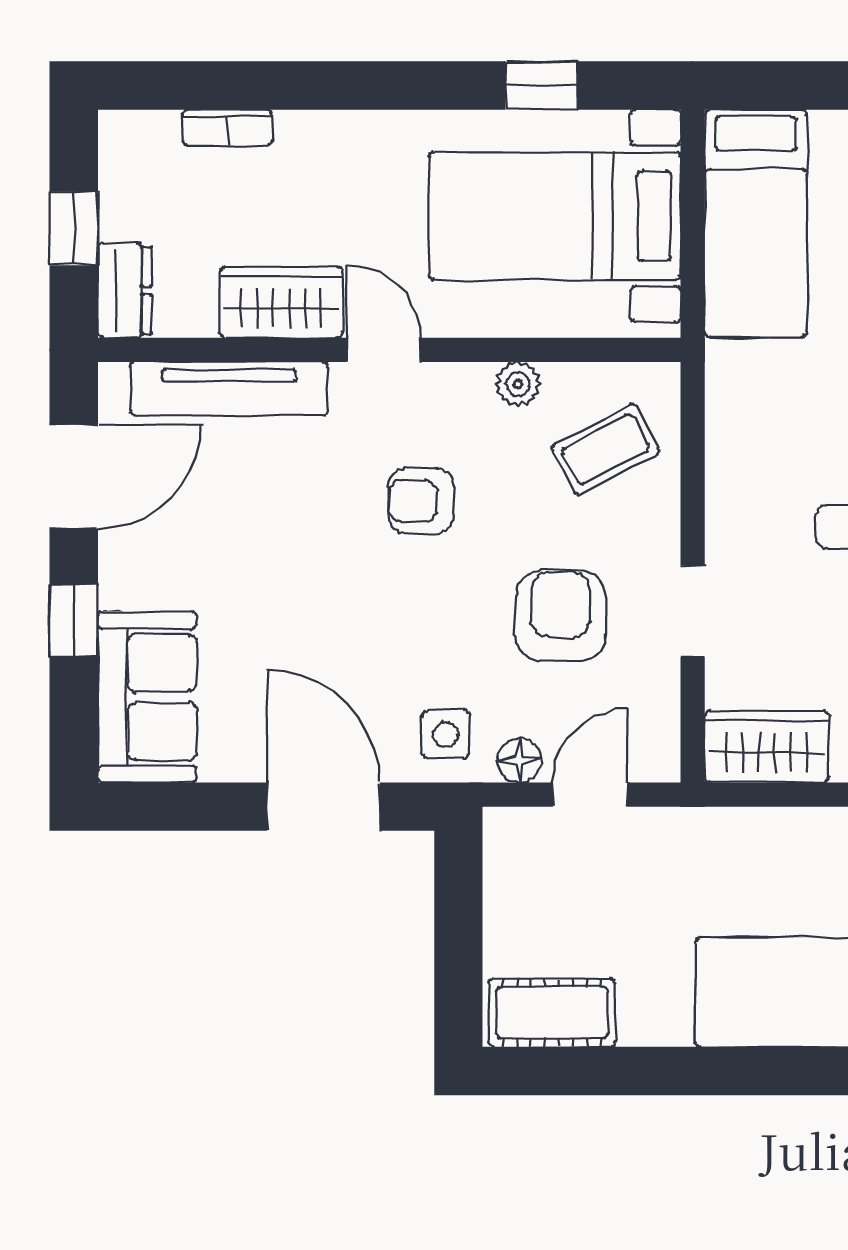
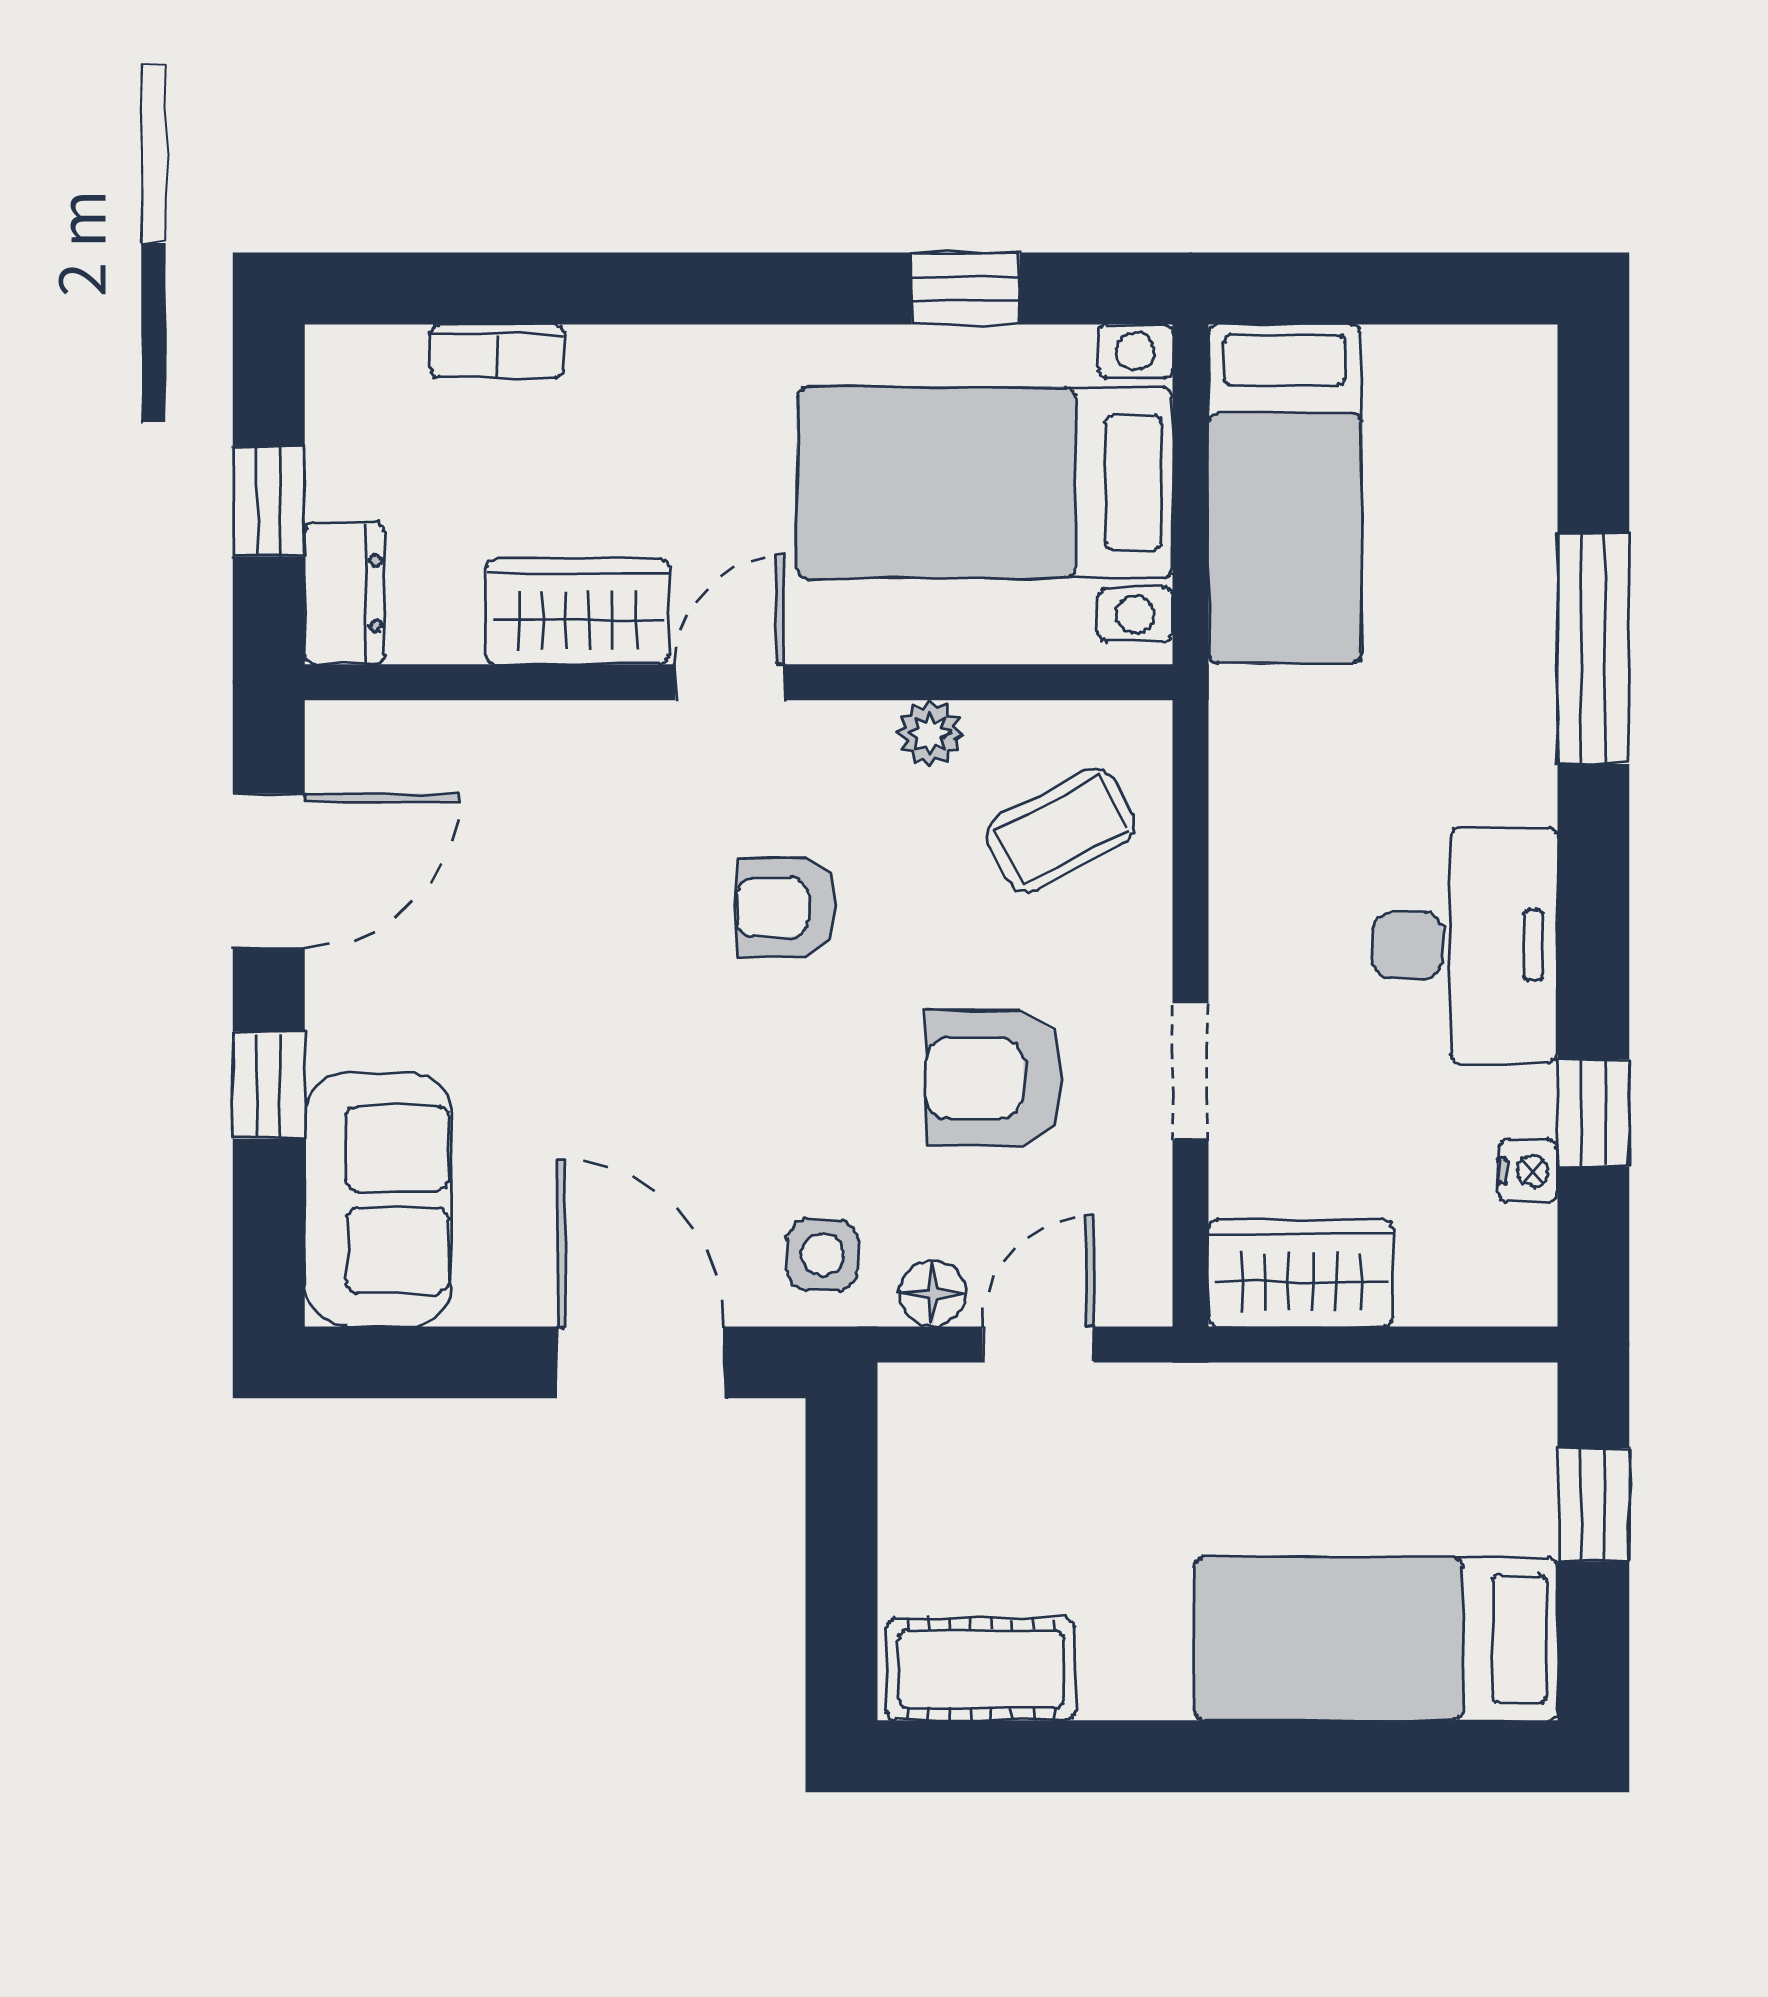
door: (383, 350) -> (730, 682), hinge flipped
tv unit: (229, 389) -> (500, 740), removed
armchair: (560, 616) -> (994, 1078), turned -90

